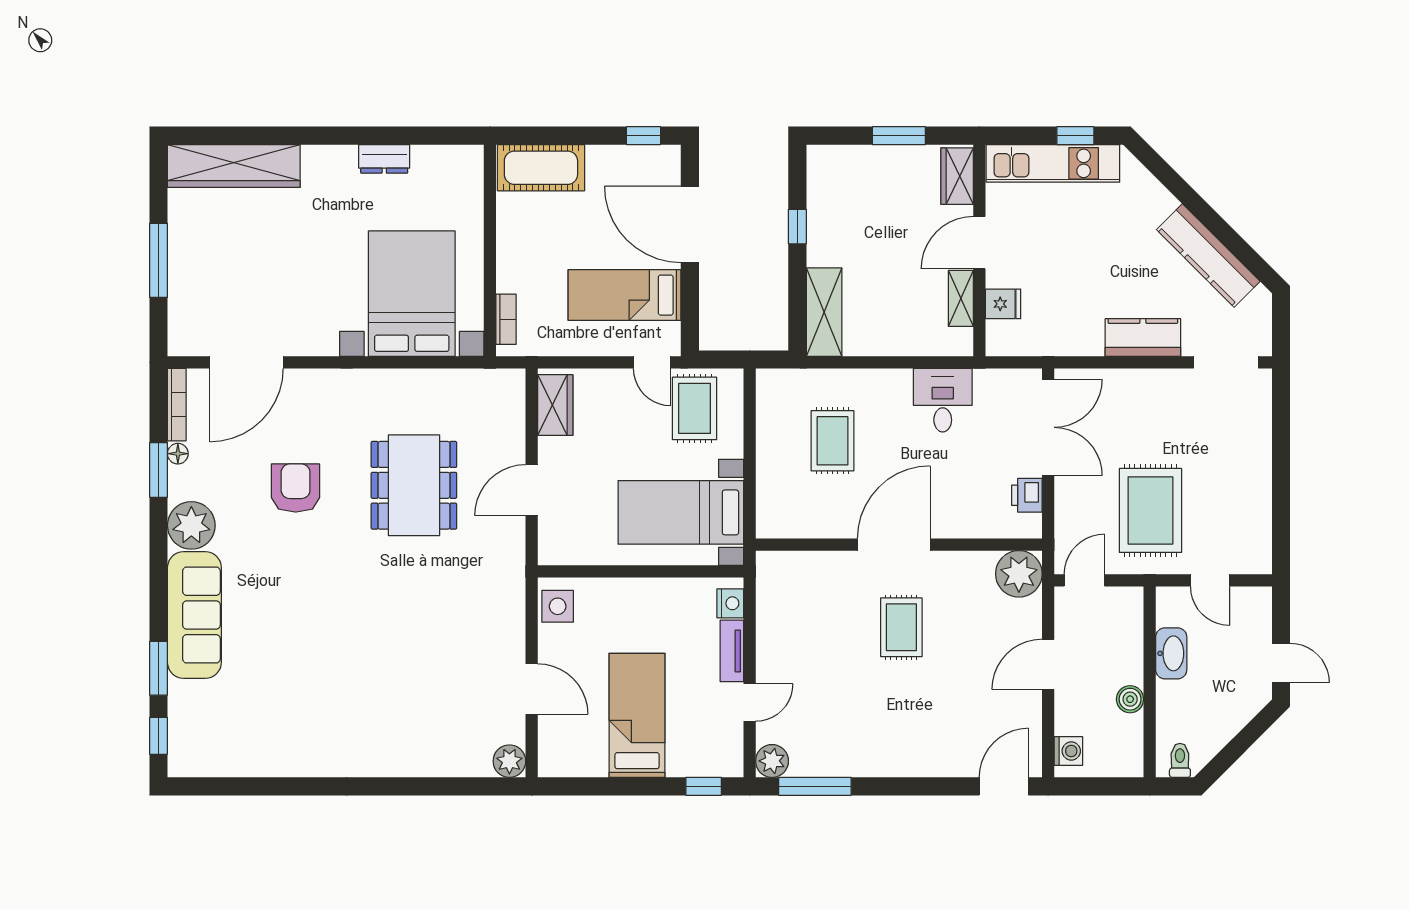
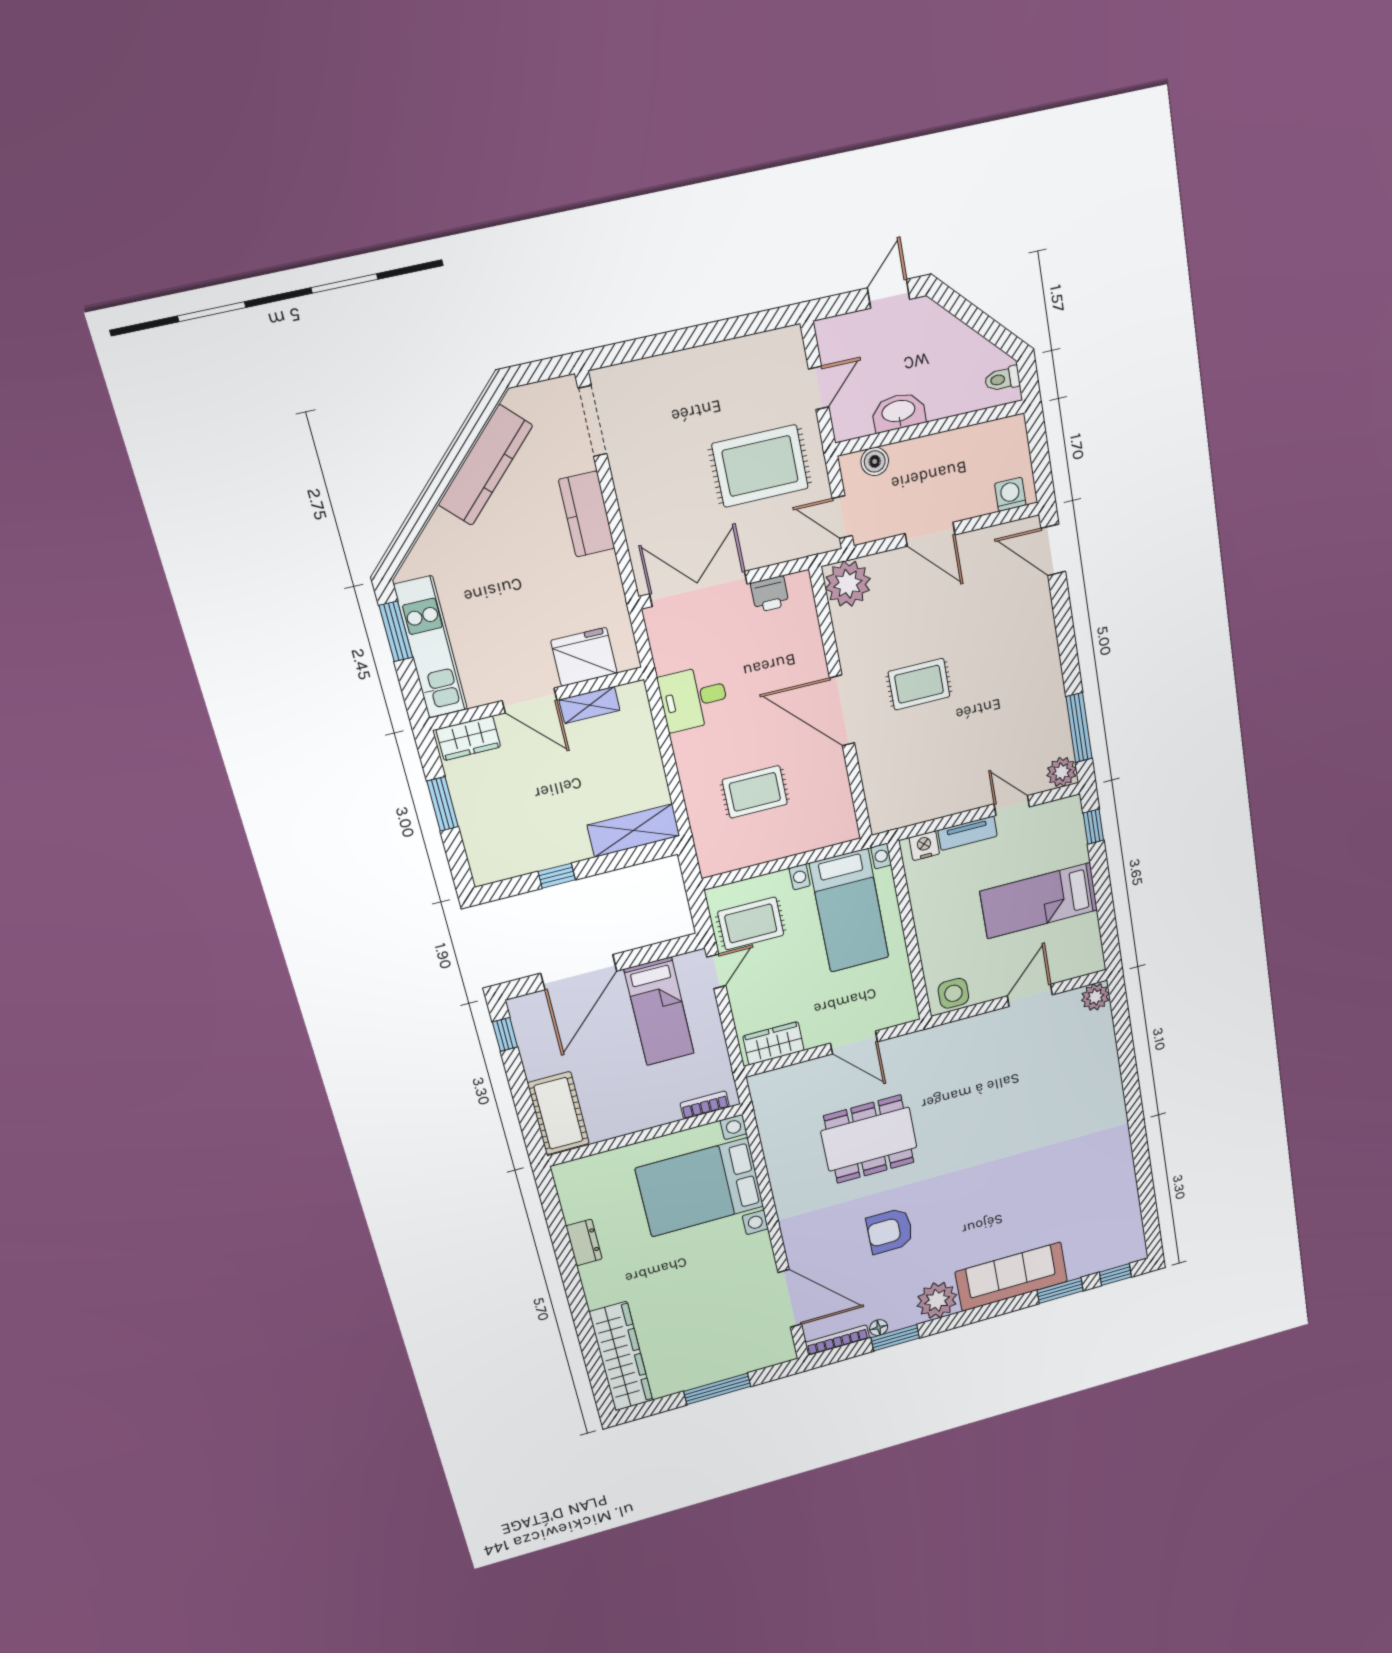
window: (1075, 136) -> (396, 631), width x1.50
fridge: (1003, 304) -> (584, 657), width x1.88, depth x1.34
boiler: (1130, 699) -> (875, 461), moved

